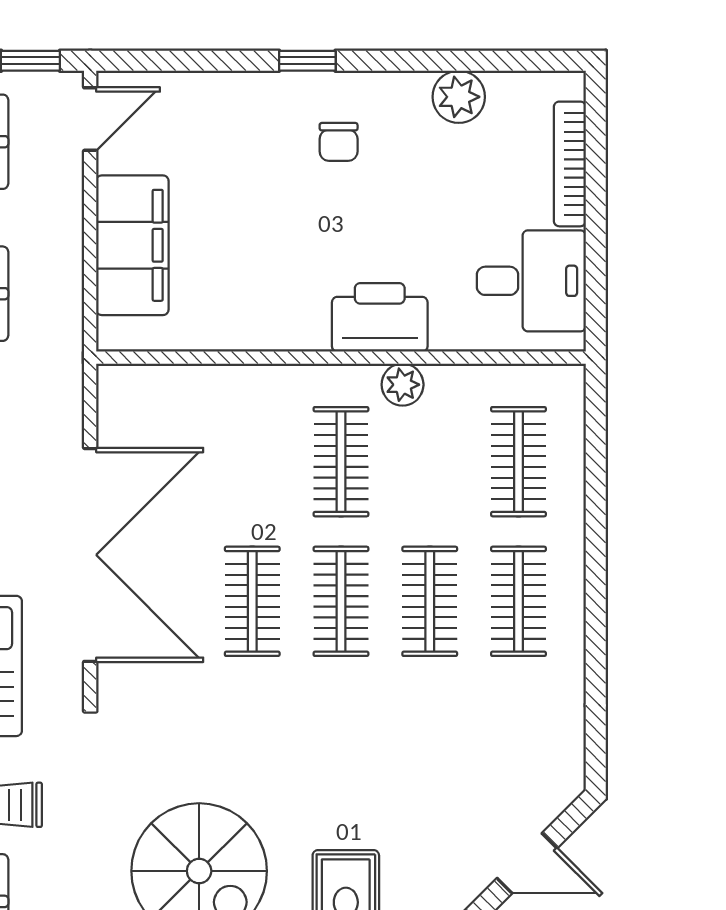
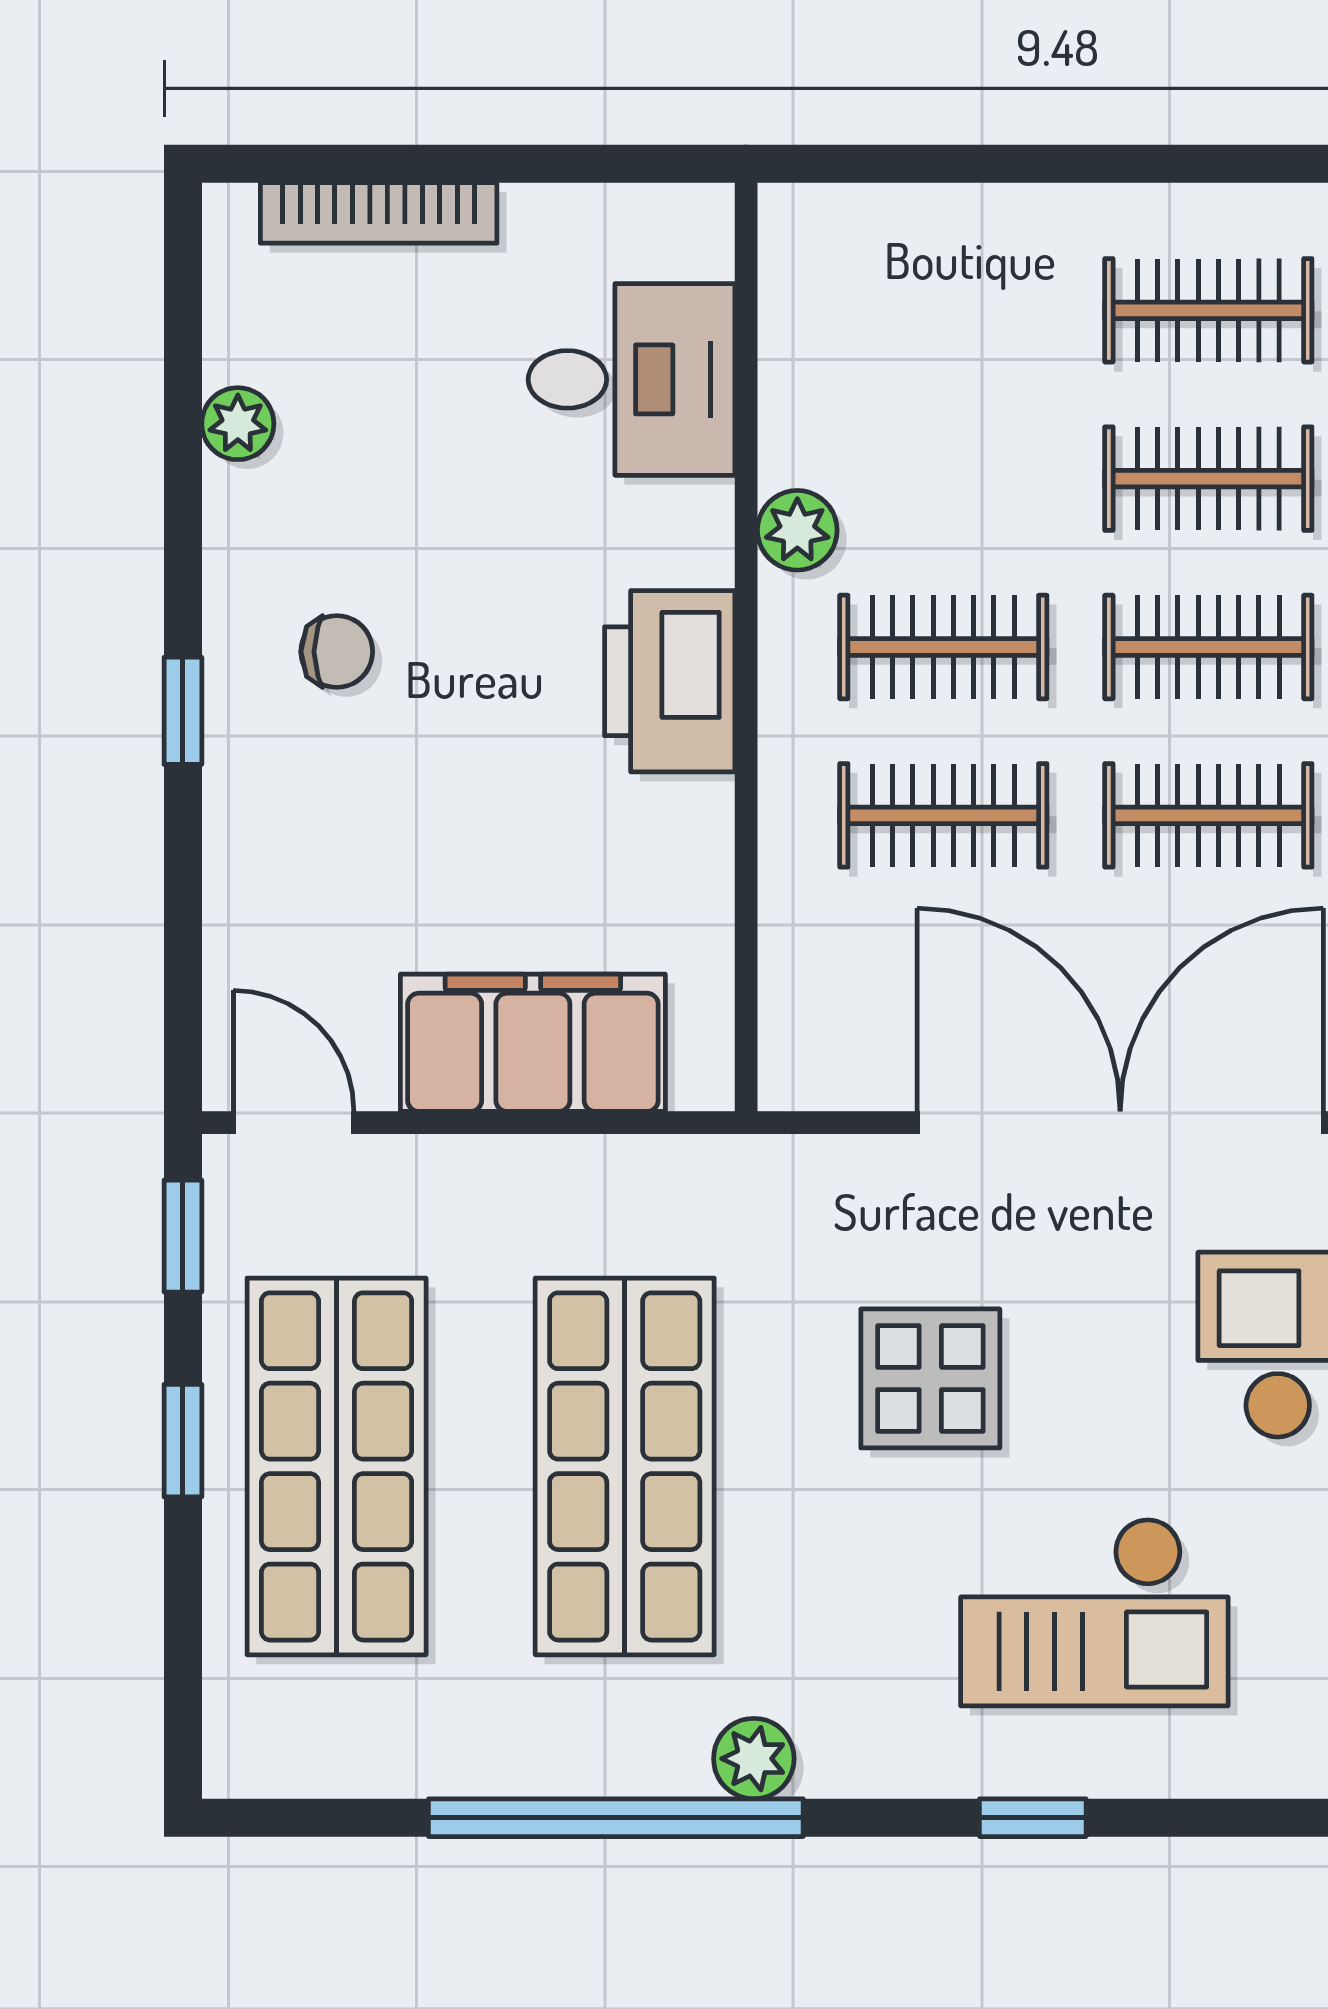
plant: (459, 97) -> (238, 424), width x0.73, depth x0.73
desk: (531, 281) -> (631, 379), moved, turned 90
printer: (380, 317) -> (670, 681), moved
clothes rail: (518, 462) -> (943, 815), moved

